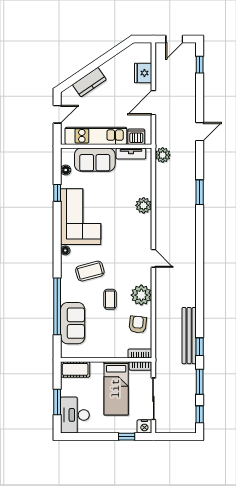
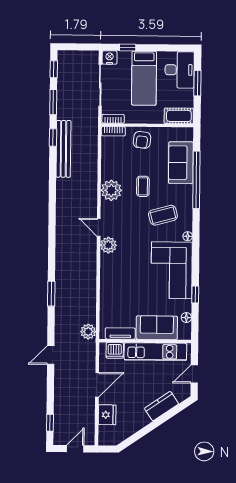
plant: (144, 205) -> (108, 245), moved
armchair: (138, 324) -> (142, 140), moved
bed: (116, 388) -> (144, 78), moved, turned 180

